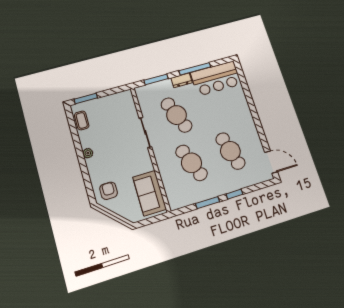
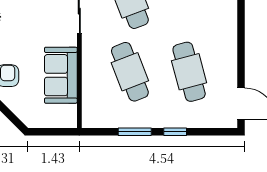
sofa: (150, 193) -> (61, 75), moved

